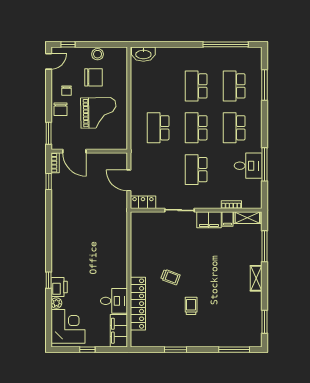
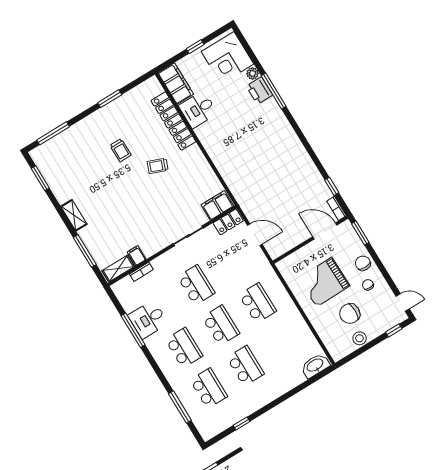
window: (226, 44) -> (241, 423), width x0.32
door: (49, 61) -> (403, 302), swing flipped
filing cabinet: (209, 220) -> (217, 205), moved
window: (49, 280) -> (274, 91), width x2.17

